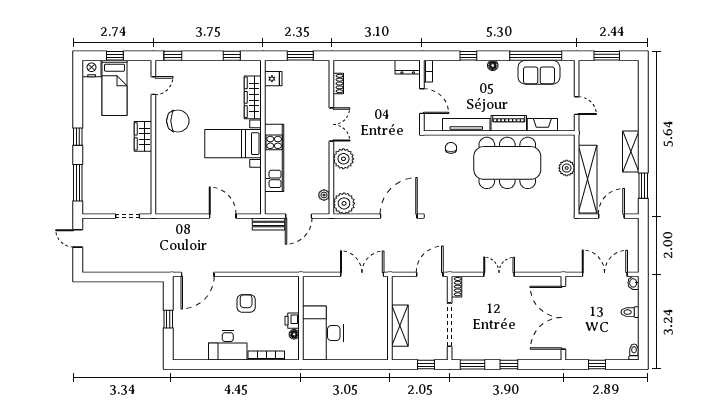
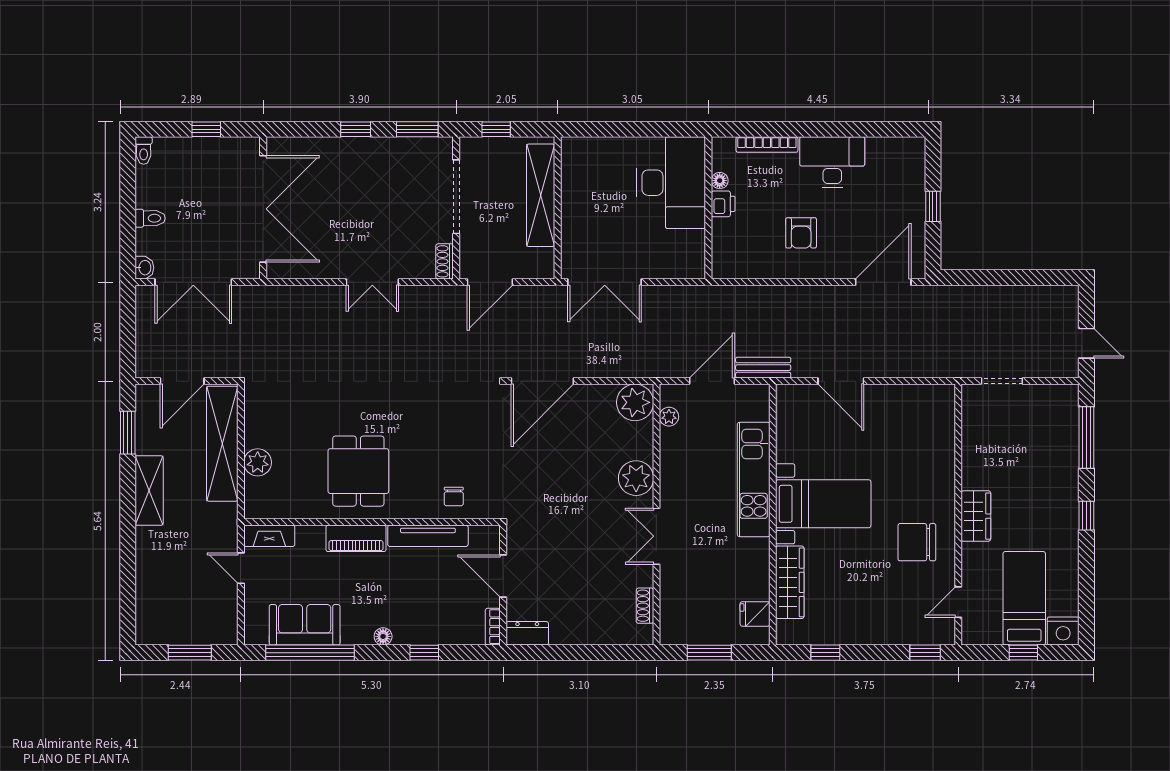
fireplace: (542, 125) -> (269, 536), moved
dining table: (507, 163) -> (358, 471), width x0.53, depth x0.80
shelving: (400, 326) -> (541, 195), width x1.47

